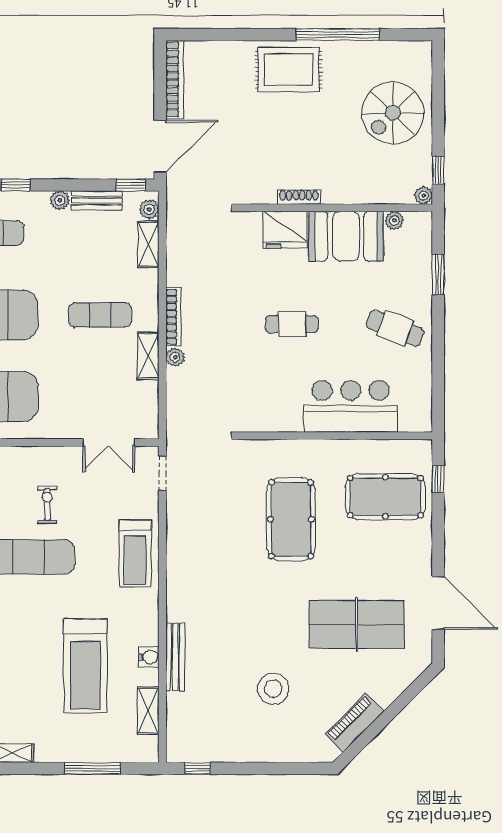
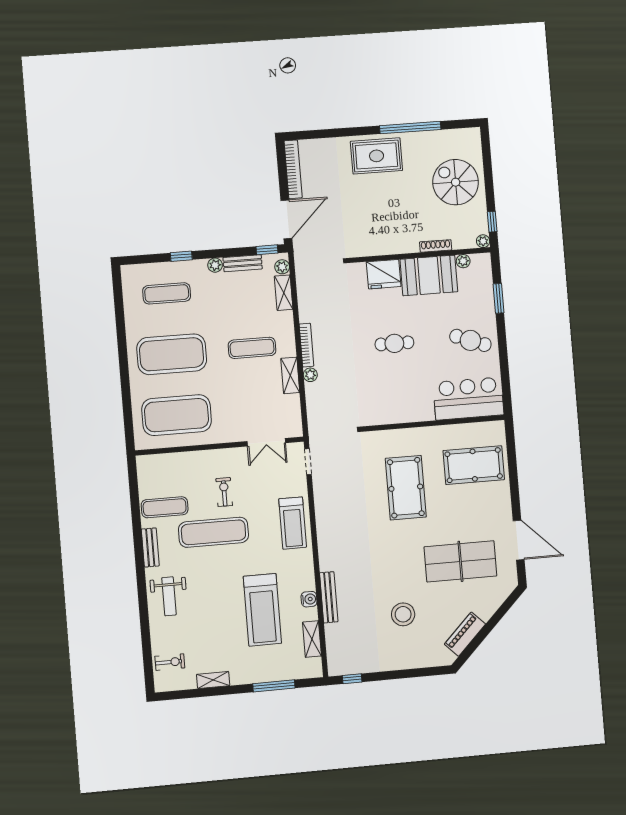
spiral stairs: (393, 113) -> (456, 182), turned 90
shoe rack: (299, 197) -> (436, 246), moved
bar counter: (351, 406) -> (468, 399), moved
window: (438, 479) -> (511, 449), removed

